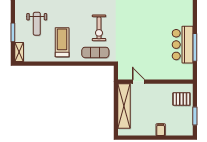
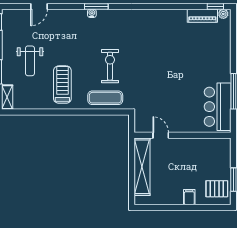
exercise bike: (99, 28) -> (110, 66), turned 180
bar counter: (183, 45) -> (218, 107), moved
pallet: (181, 99) -> (217, 189), moved

